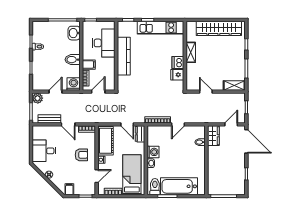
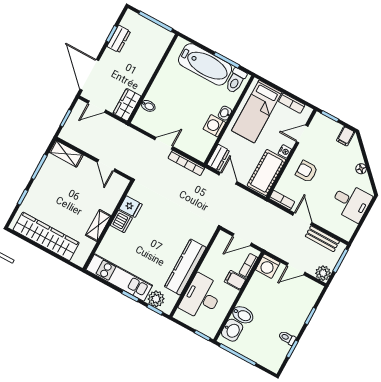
plant: (131, 27) -> (156, 299), added
bidet: (73, 60) -> (243, 315), moved
dresser: (240, 173) -> (119, 39), added

